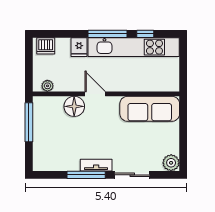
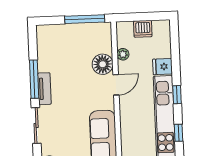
window: (107, 34) -> (177, 95), width x0.46
dishwasher: (46, 46) -> (143, 29), moved, turned -90
plant: (47, 86) -> (123, 54), moved

